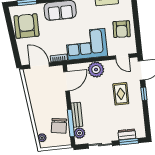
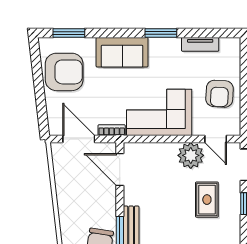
armchair: (26, 26) -> (64, 72), turned 90
plant: (96, 70) -> (191, 155), moved
door: (66, 81) -> (120, 170), swing flipped

